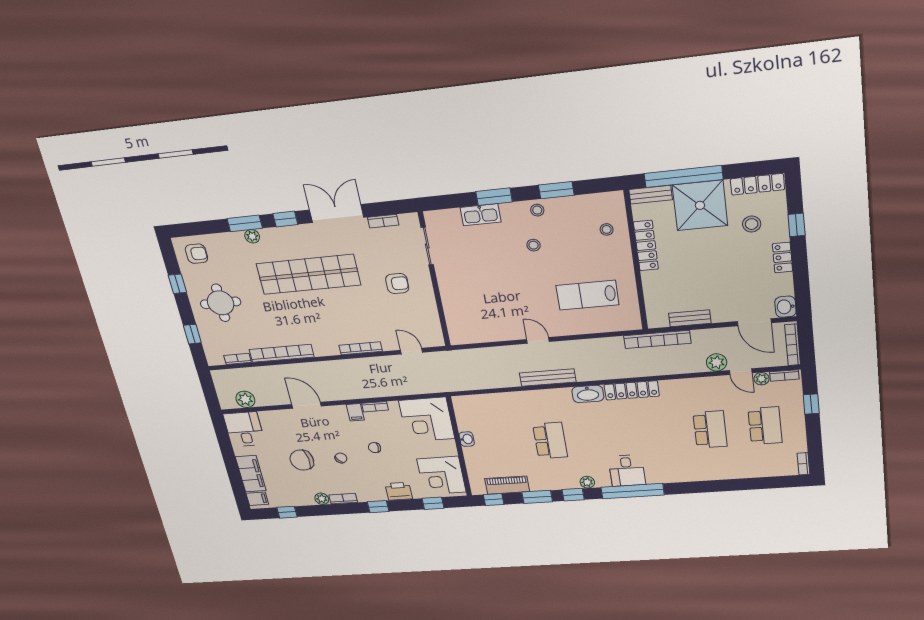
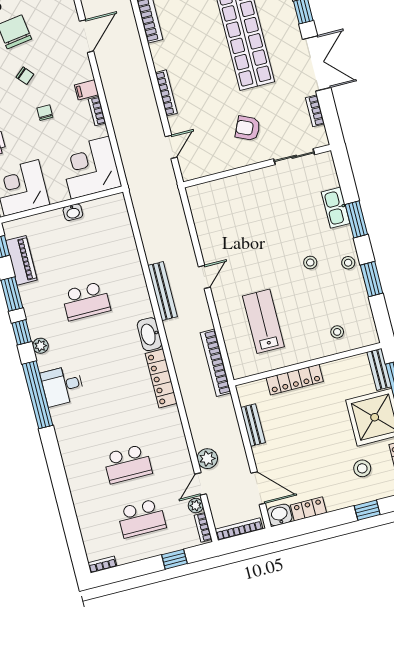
locker: (646, 246) -> (295, 380), moved
locker: (782, 258) -> (308, 509), moved
armchair: (397, 284) -> (248, 128), turned 115
door: (754, 322) -> (258, 488), swing flipped
bookcase: (657, 339) -> (216, 363), moved

